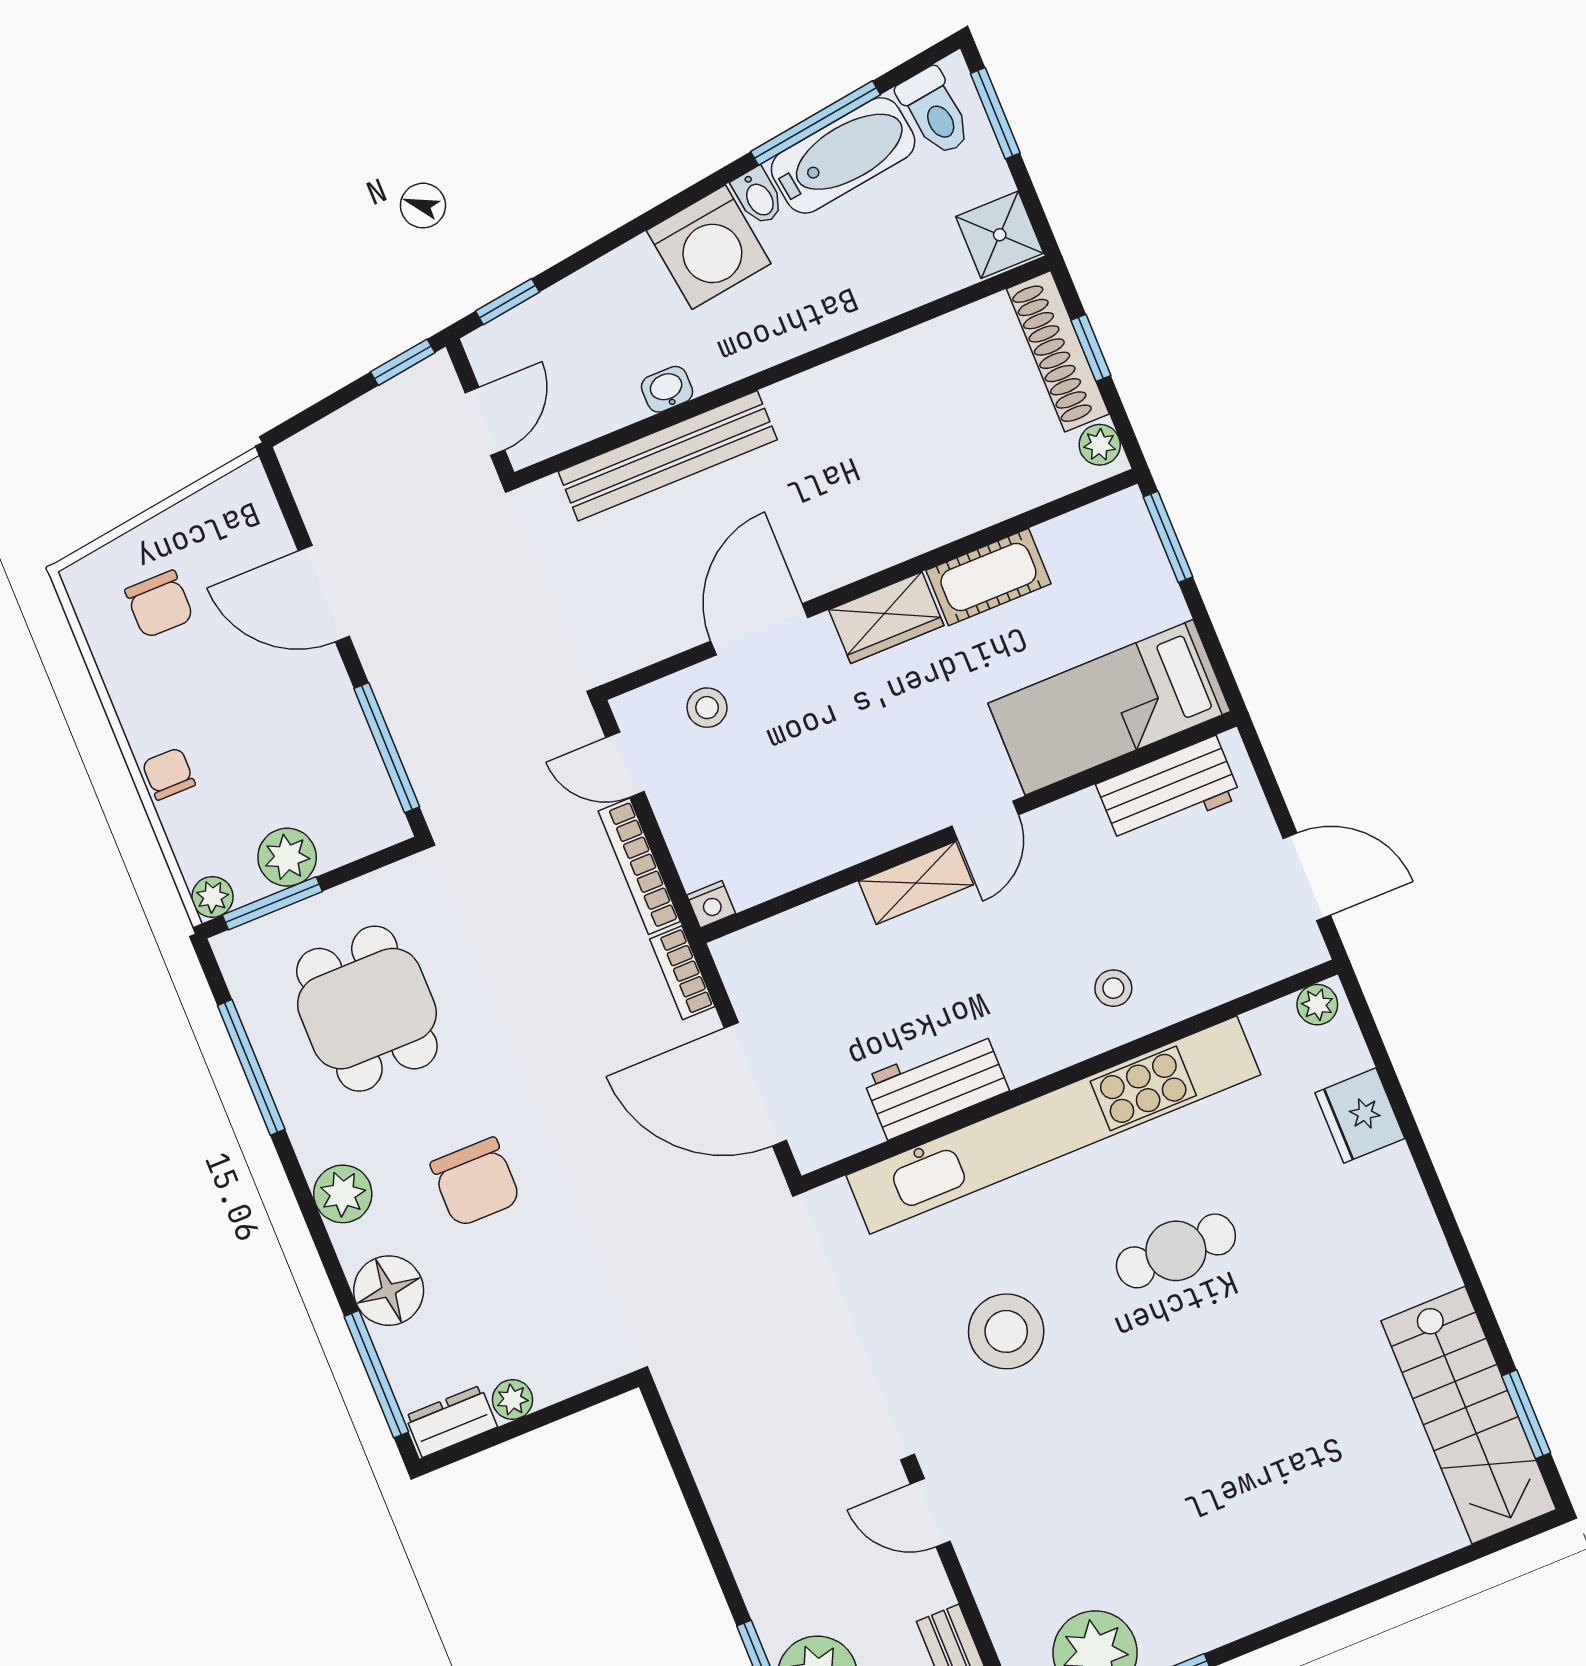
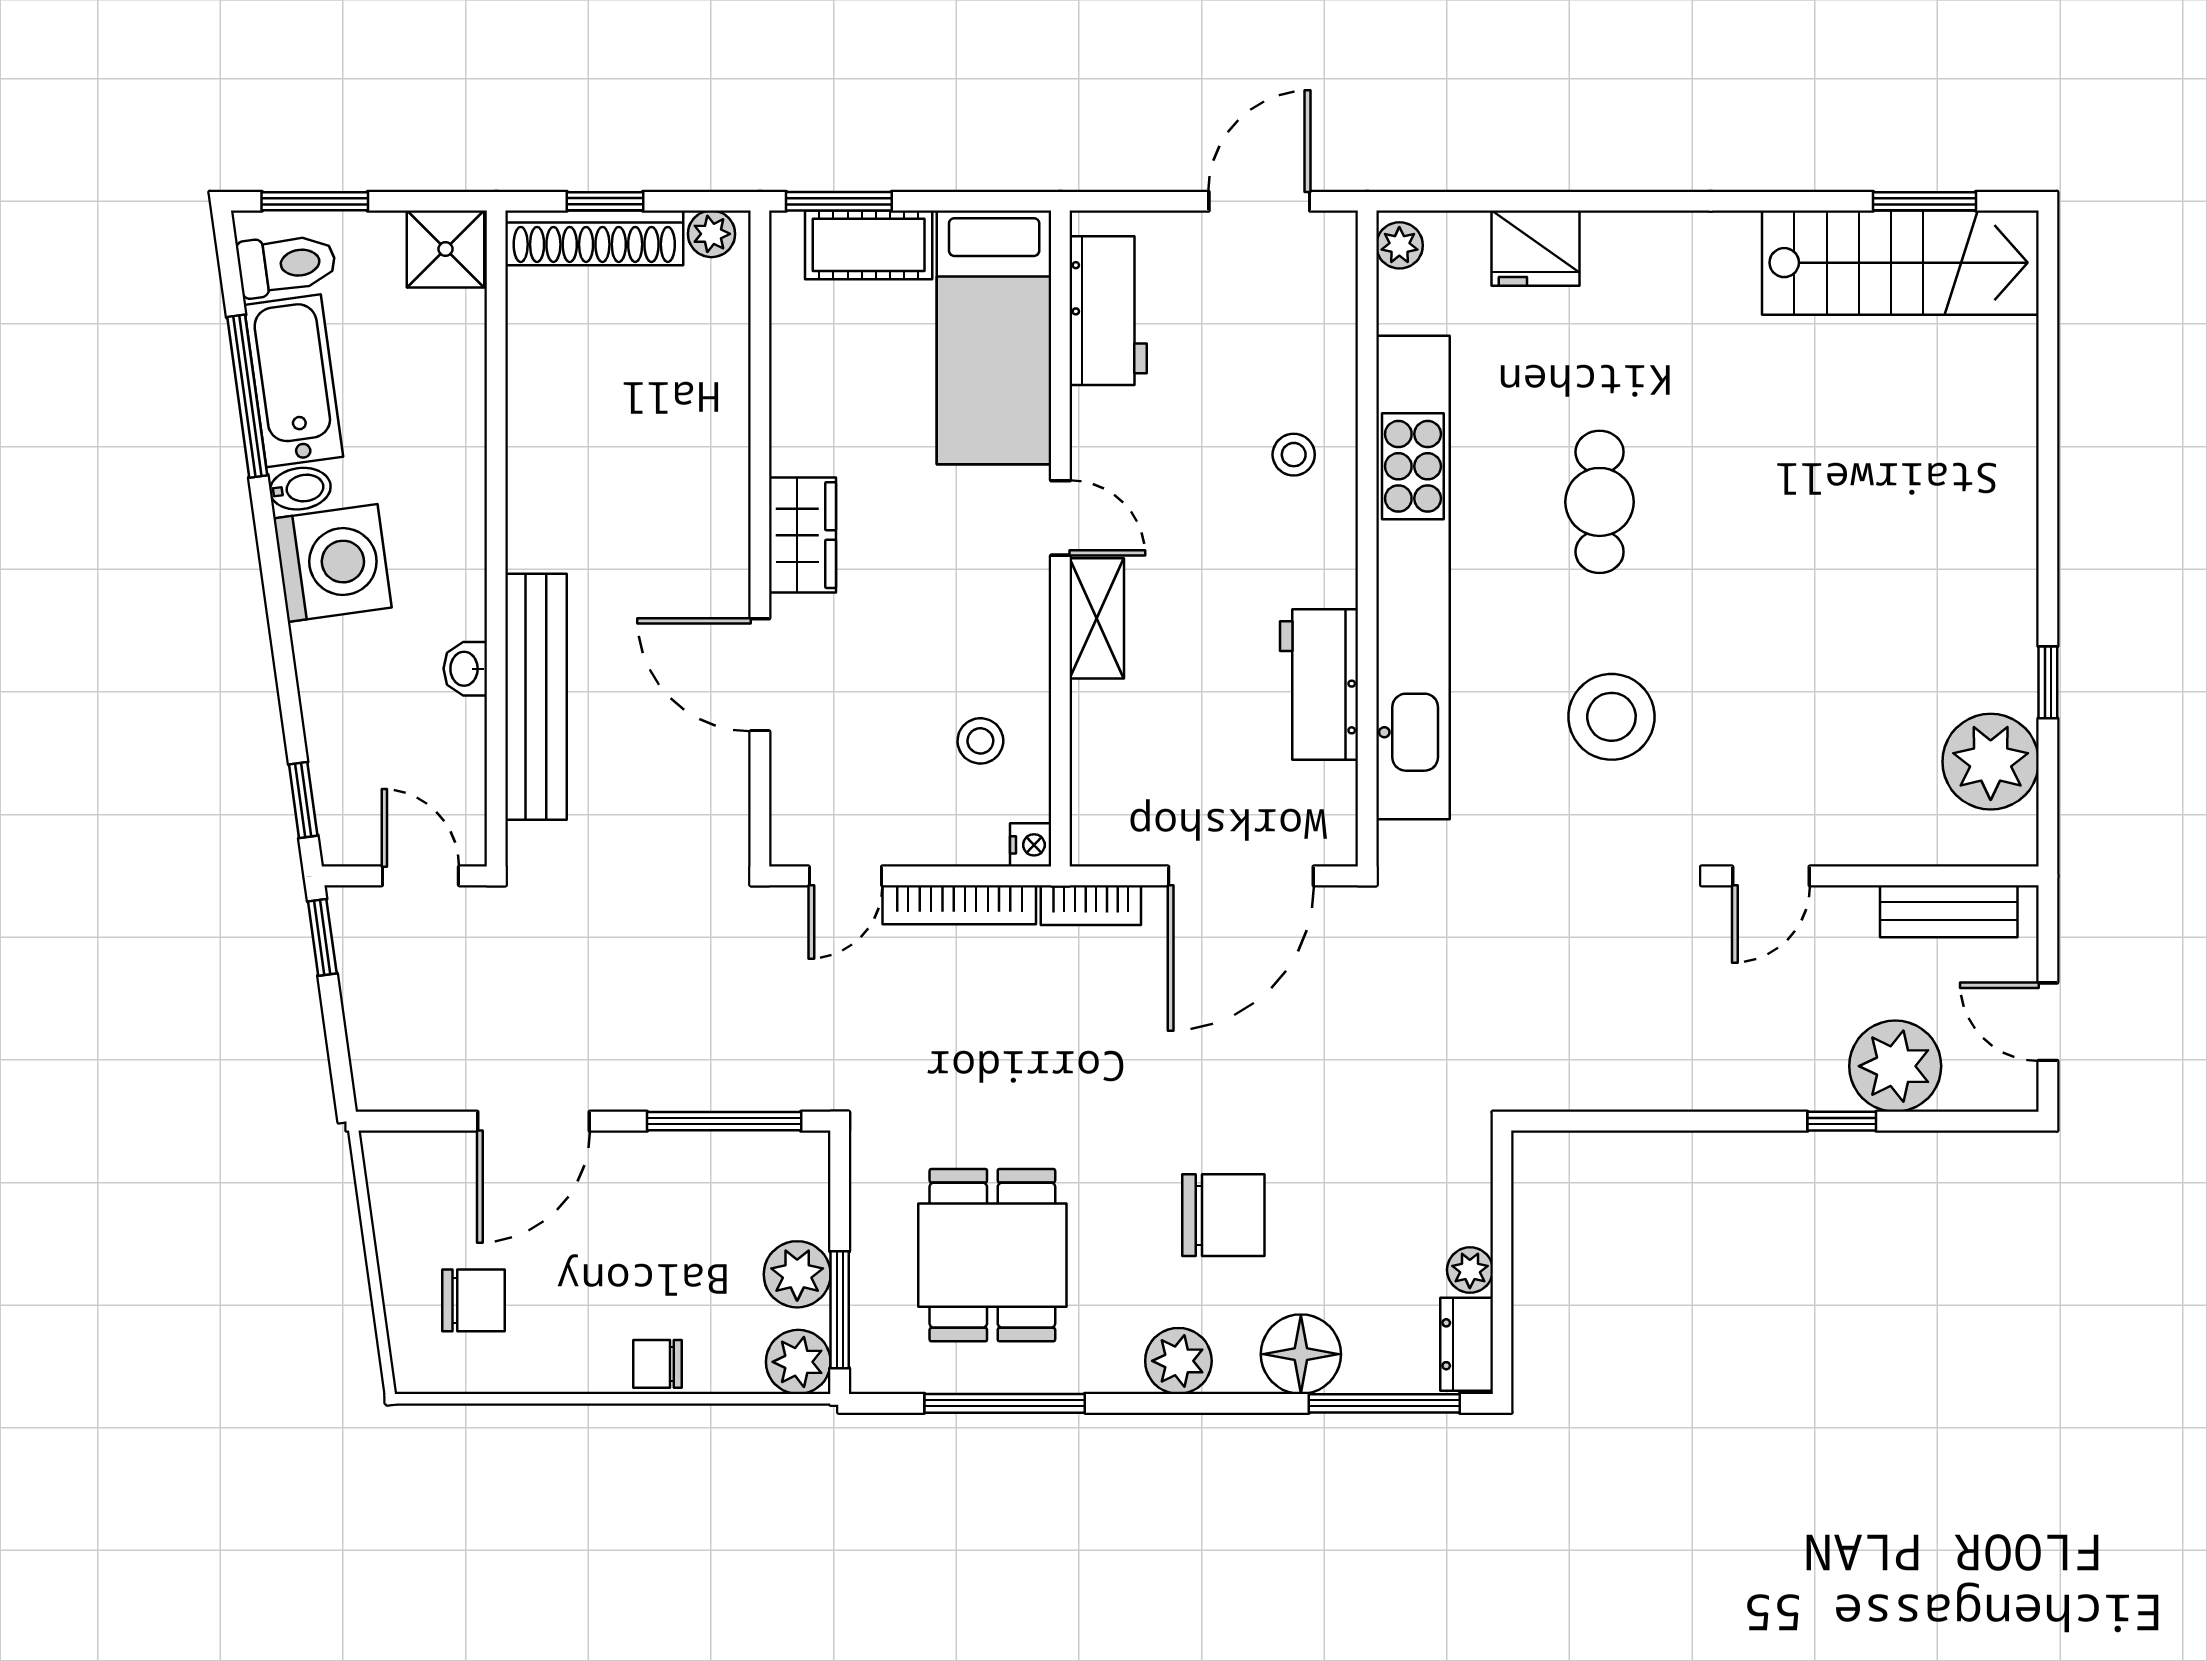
cot: (988, 577) -> (869, 245), moved, turned 90
stool: (707, 708) -> (980, 741), moved
plant: (212, 897) -> (798, 1362), width x1.38, depth x1.38
dining table: (367, 1009) -> (992, 1255), turned 90

